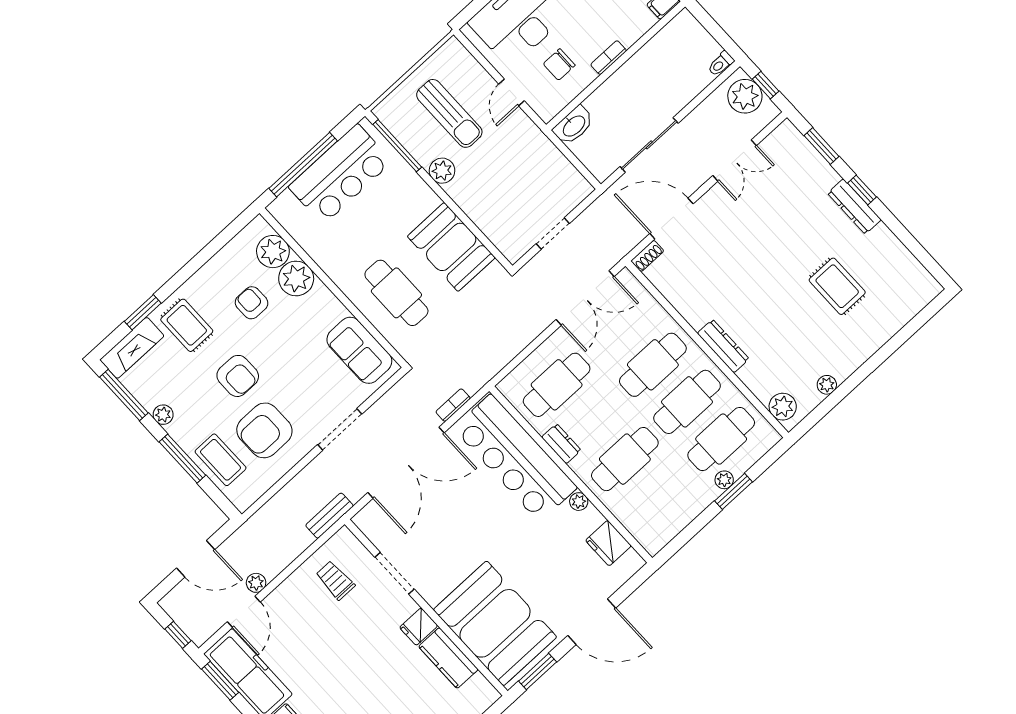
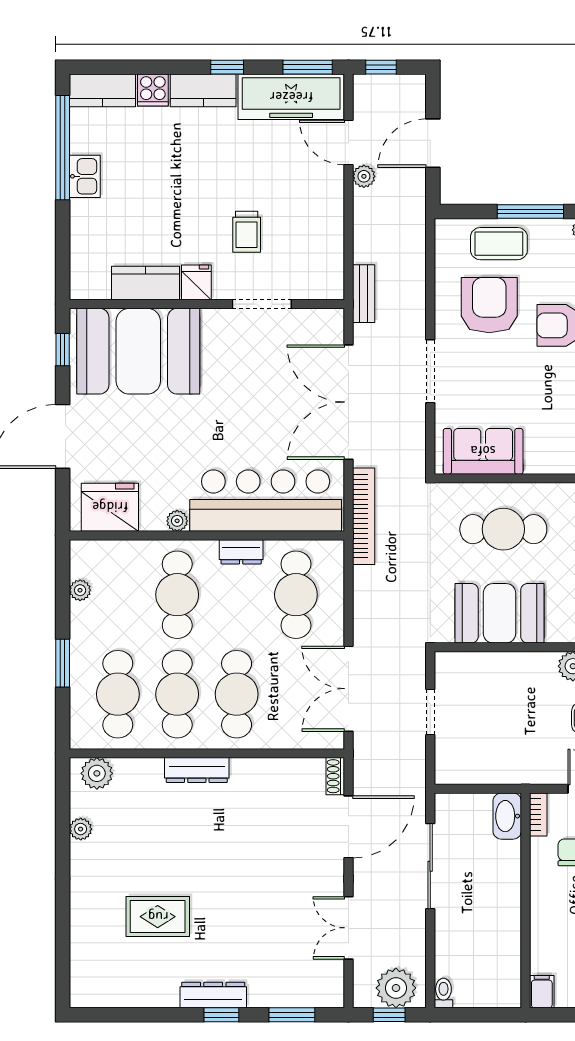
bookcase: (609, 58) -> (538, 814), moved
bookcase: (453, 405) -> (364, 516), width x2.31, depth x1.31
plant: (724, 480) -> (80, 590), moved
fridge: (608, 543) -> (110, 507), width x1.36, depth x1.34
trolley: (335, 580) -> (247, 232), moved, turned 90
window: (538, 672) -> (63, 350), width x0.67

